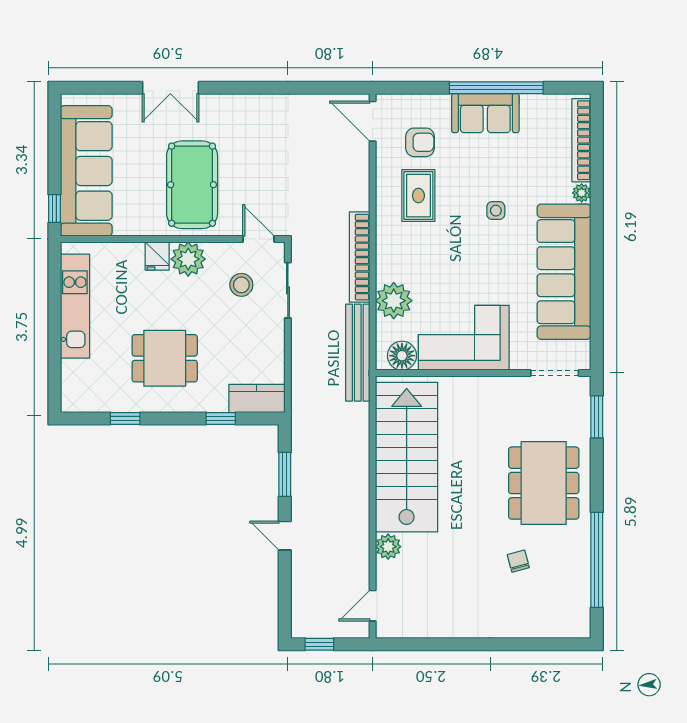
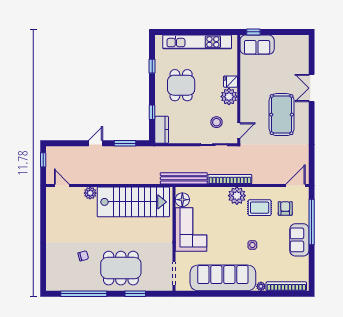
window: (496, 88) -> (312, 222), moved
armchair: (420, 142) -> (285, 208), turned 180
sofa: (86, 171) -> (257, 45), width x0.54, depth x0.79
pool table: (192, 185) -> (282, 115), moved, turned 90
plant: (394, 301) -> (237, 196), moved
kitchen unit: (75, 306) -> (197, 42), width x1.36
window: (597, 417) -> (135, 294), moved

